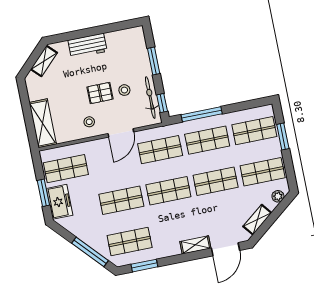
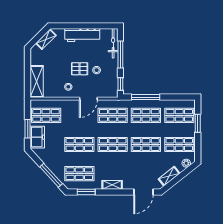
workbench: (87, 46) -> (82, 35), width x1.38
window: (154, 61) -> (120, 54), width x1.44
bicycle: (150, 98) -> (113, 43), moved
shelving: (195, 245) -> (112, 185), moved

